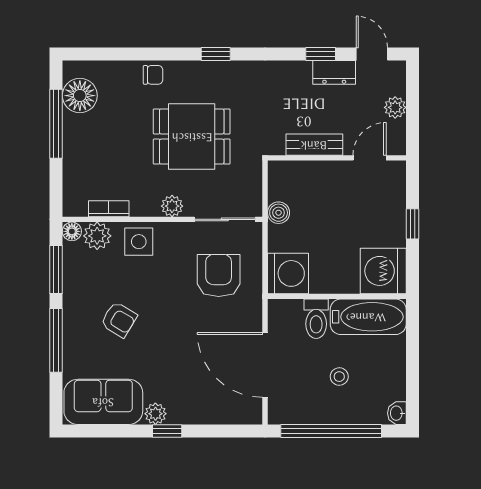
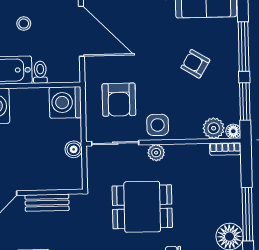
bookcase: (109, 209) -> (225, 149), moved
side table: (139, 242) -> (158, 125), moved
toilet: (316, 319) -> (40, 72), width x0.73, depth x0.72

